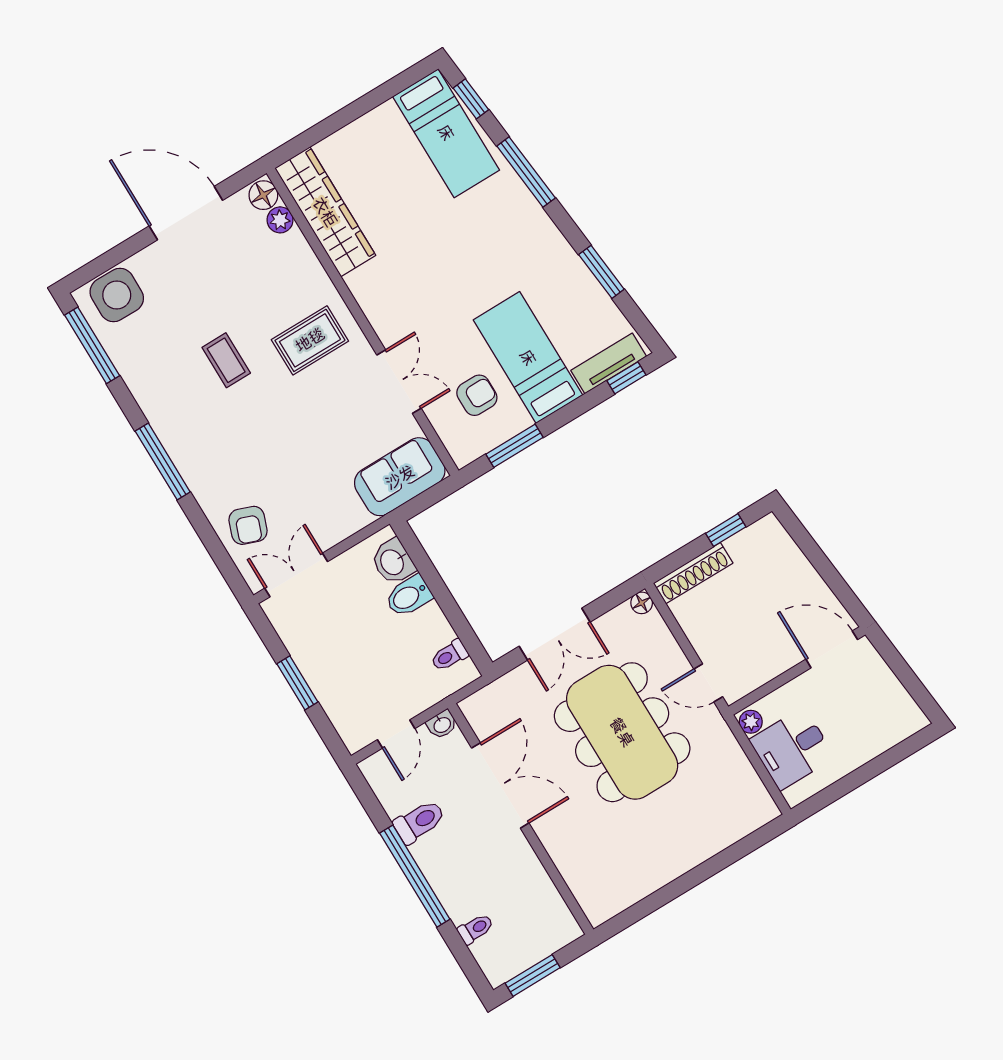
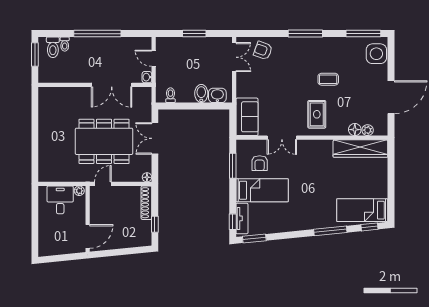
floor lamp: (263, 195) -> (355, 130), moved
window: (601, 272) -> (254, 238), moved
toilet: (419, 822) -> (53, 47), moved

